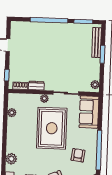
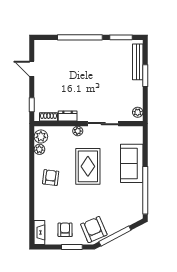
sofa: (89, 112) -> (132, 163), moved
rug: (52, 128) -> (88, 166), width x0.73, depth x0.69
armchair: (78, 155) -> (51, 178), moved
plant: (11, 159) -> (41, 137), moved

